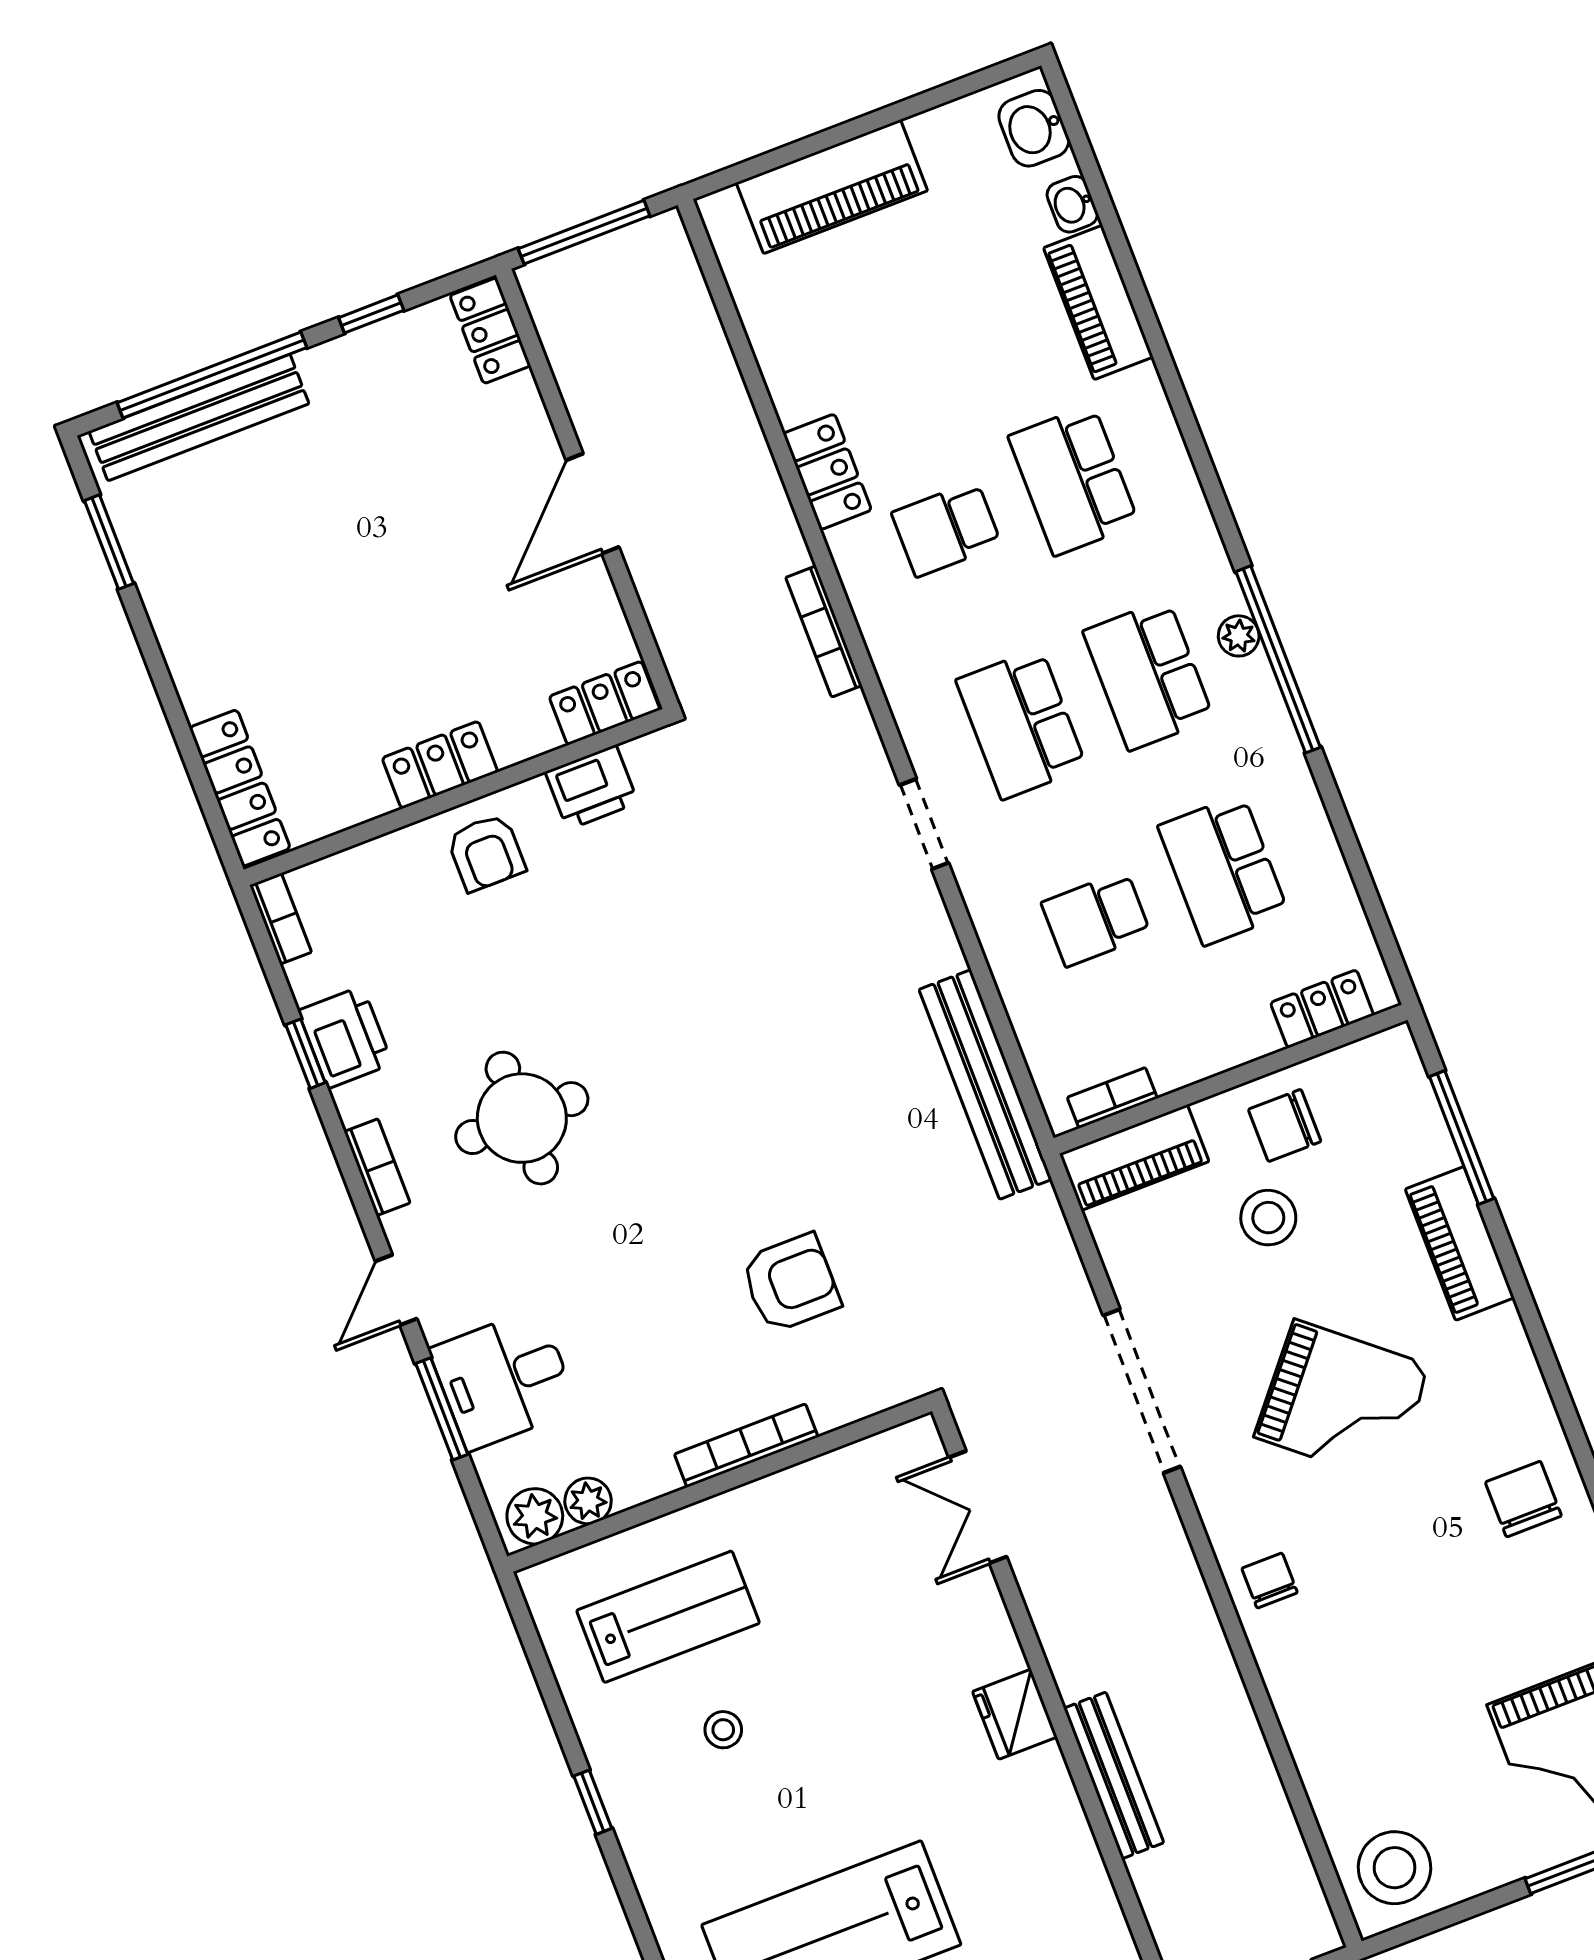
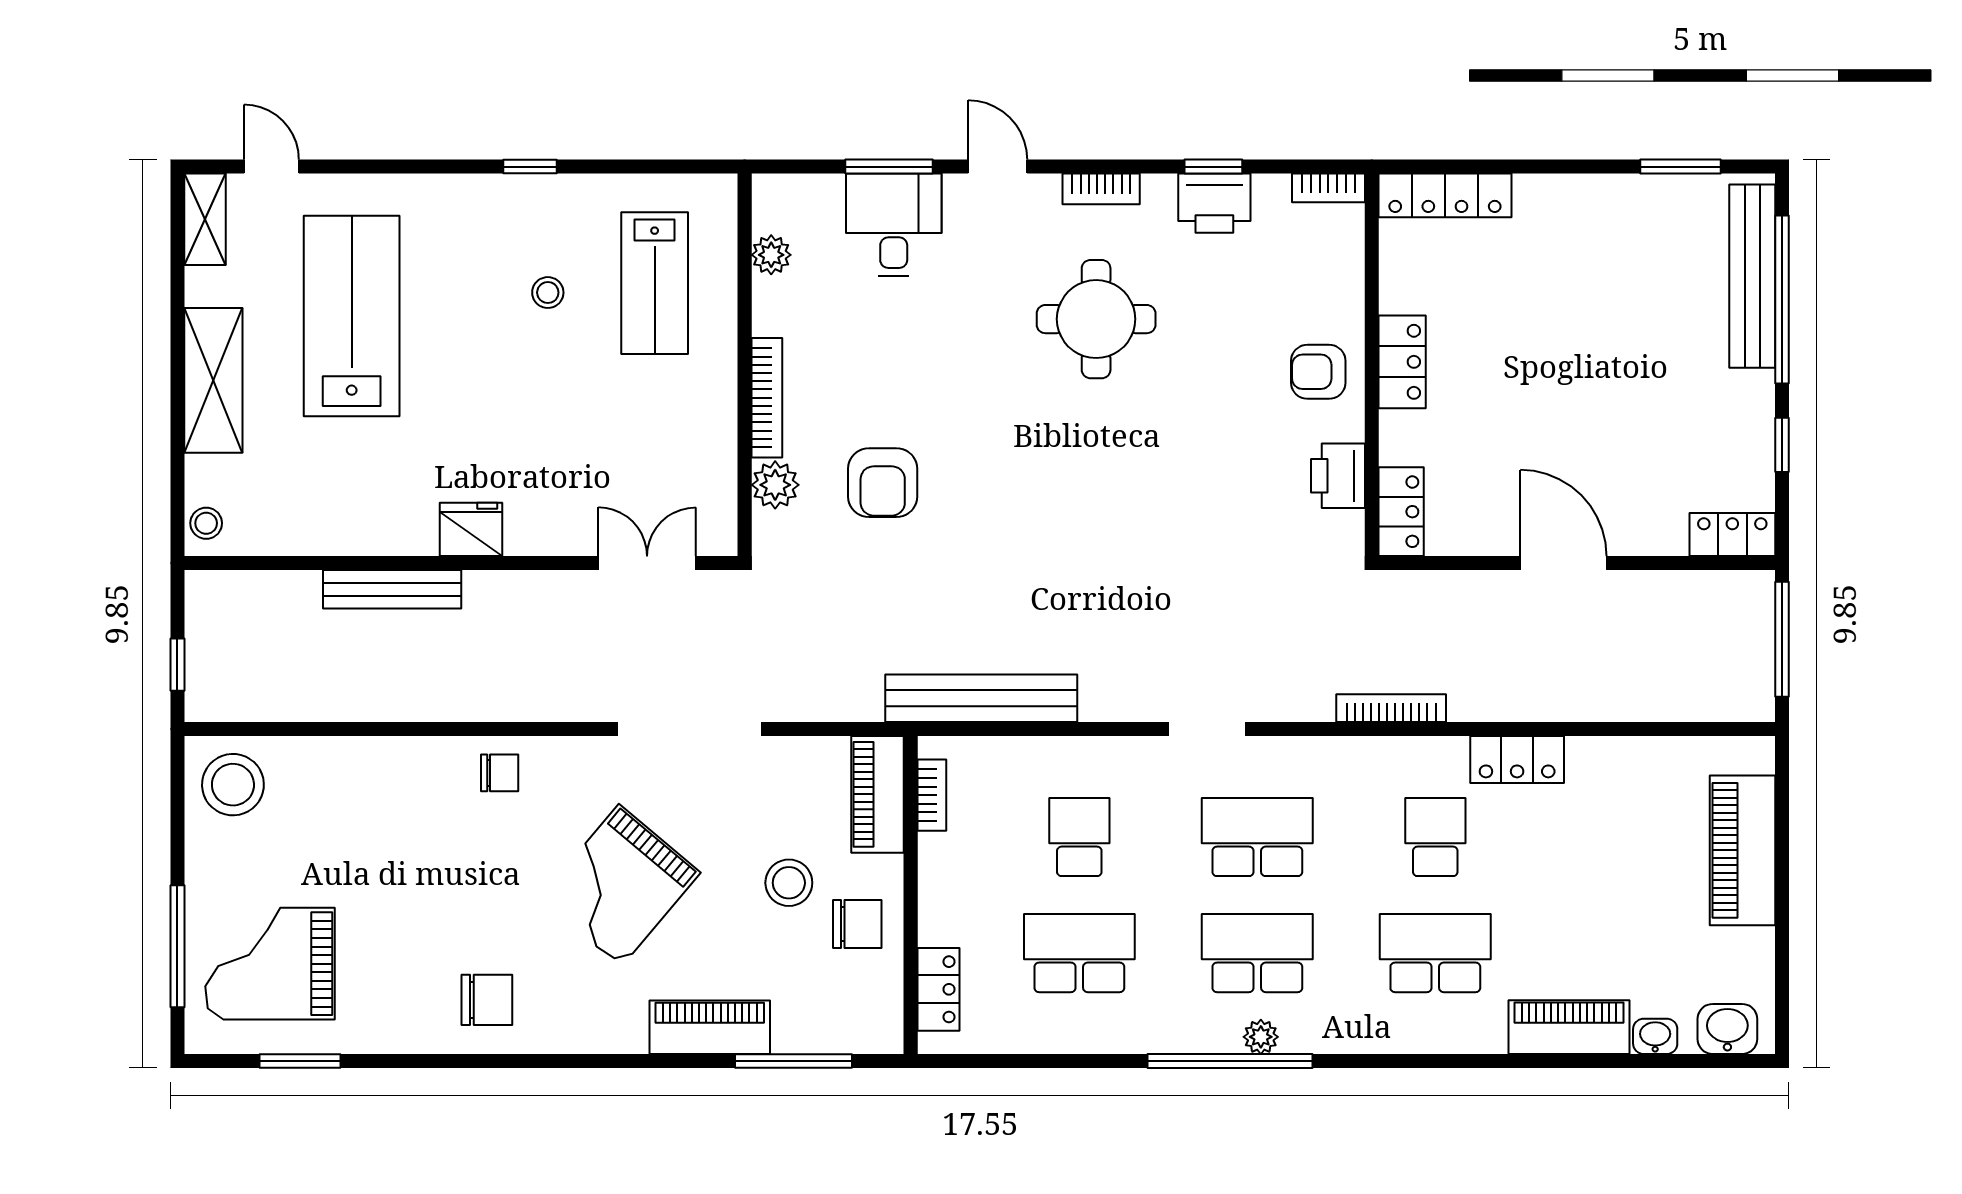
chair: (1285, 1125) -> (857, 924), turned 90
plant: (535, 1516) -> (775, 485), moved

